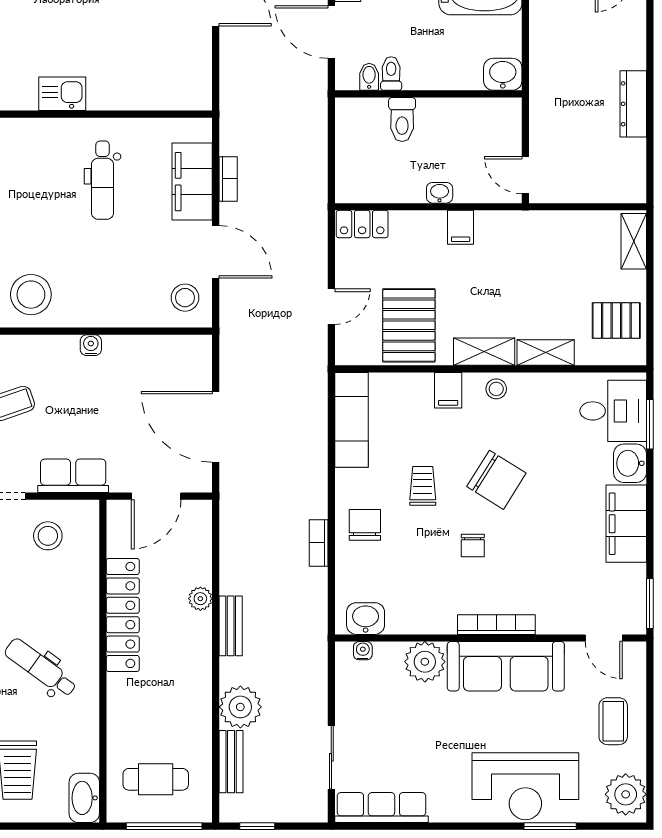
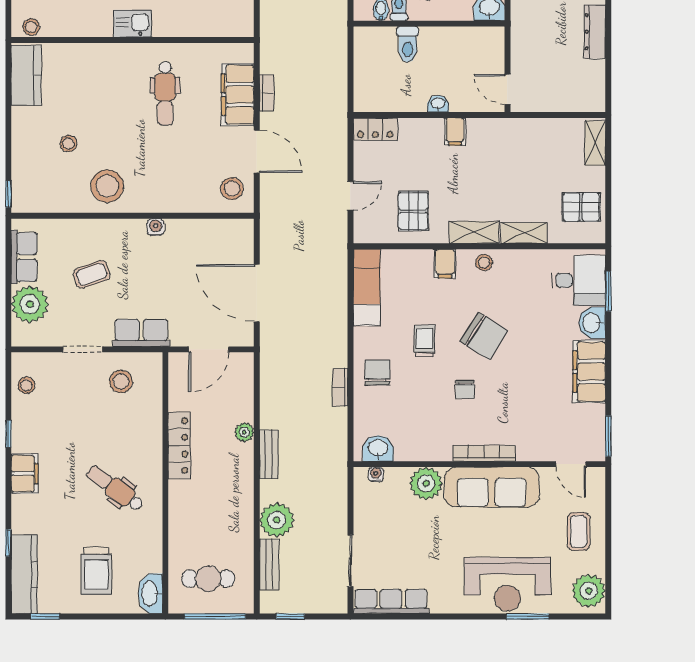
pallet: (409, 325) -> (413, 211), width x0.67, depth x0.71
locker: (123, 615) -> (179, 446), width x0.71, depth x0.83

